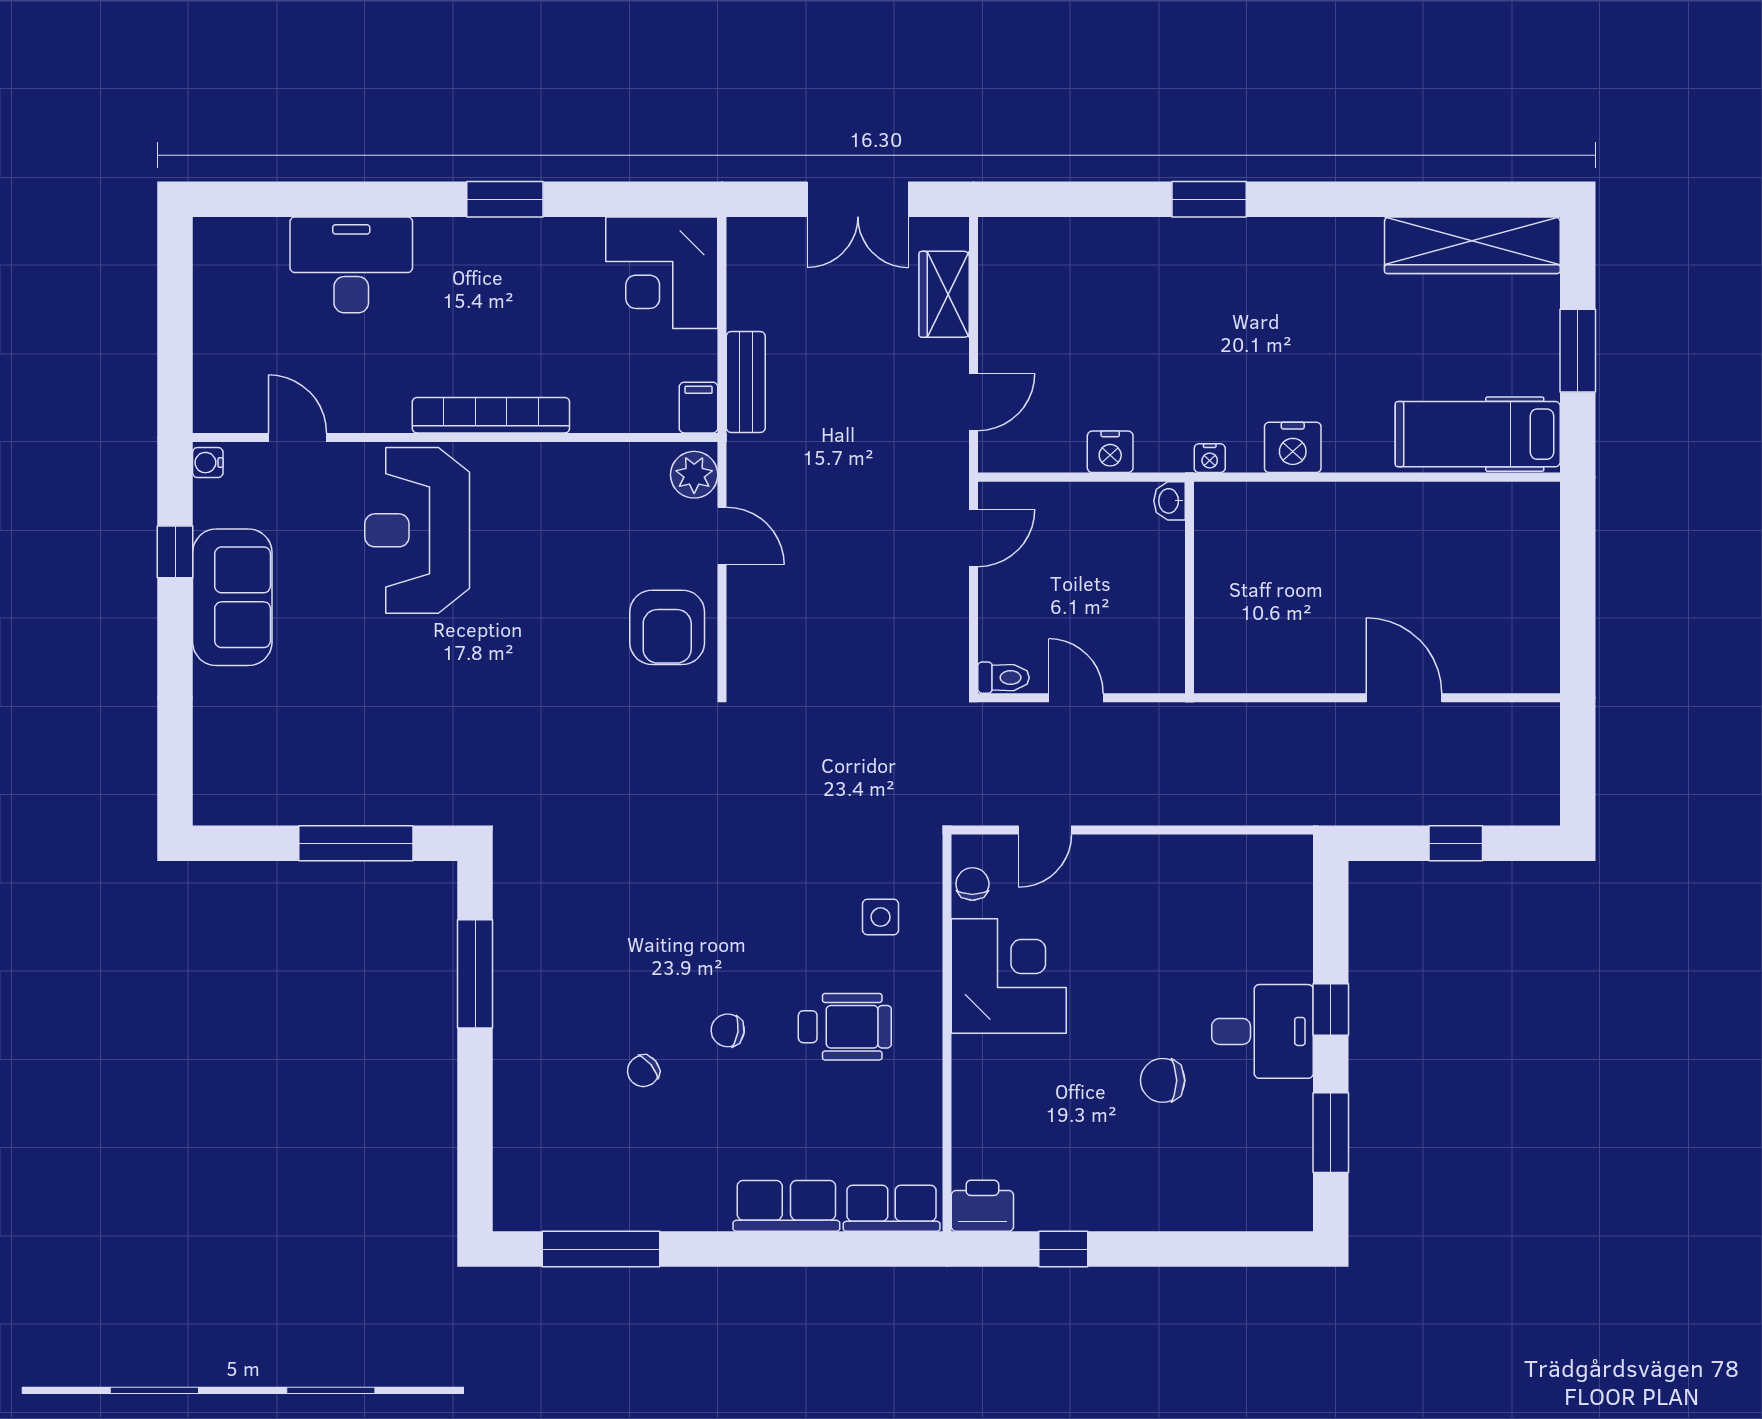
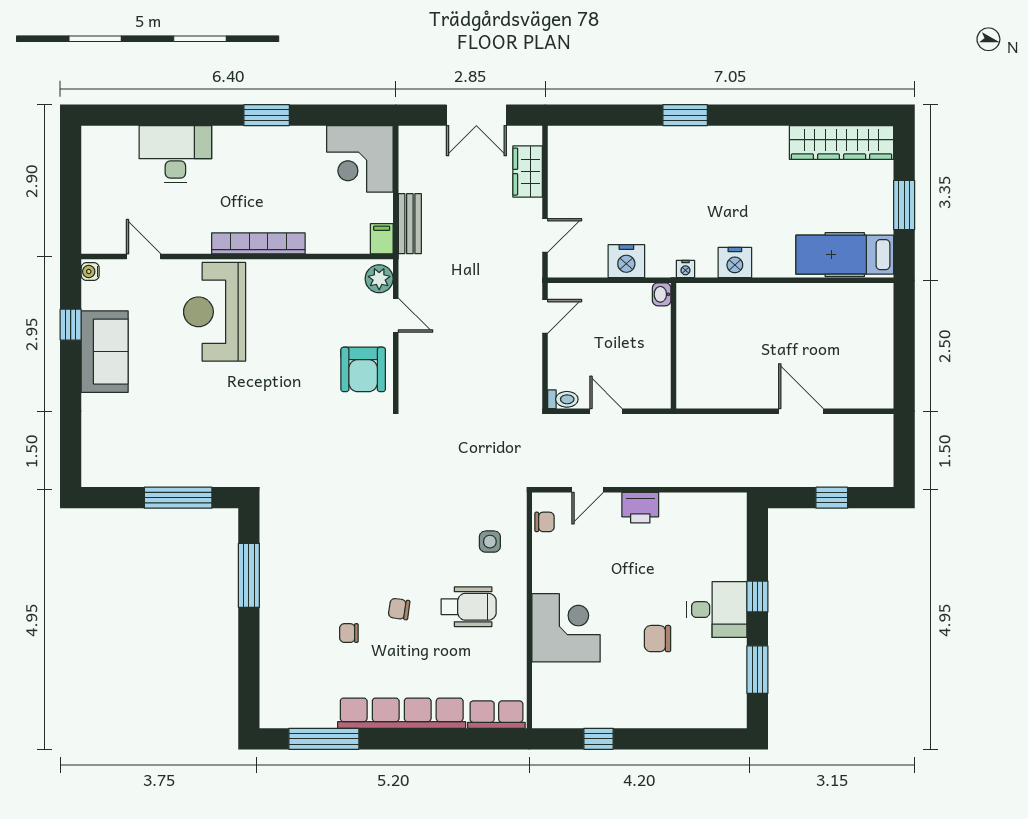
nightstand: (1110, 452) -> (626, 261), width x1.36, depth x1.33
chair: (972, 884) -> (545, 522), turned 90
corner desk: (1009, 976) -> (566, 628), moved
chair: (643, 1071) -> (349, 633), turned 40
row of seats: (786, 1206) -> (402, 713), width x2.02
printer: (982, 1206) -> (640, 508), moved, turned 180

